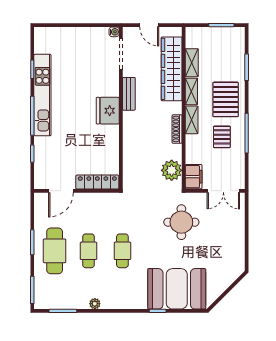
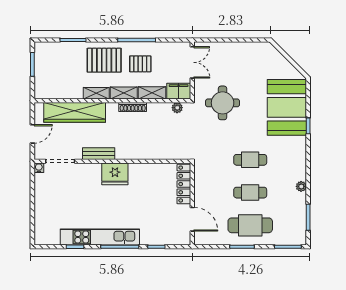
shelving: (192, 63) -> (152, 93), moved
plant: (172, 170) -> (177, 108), width x0.53, depth x0.53

